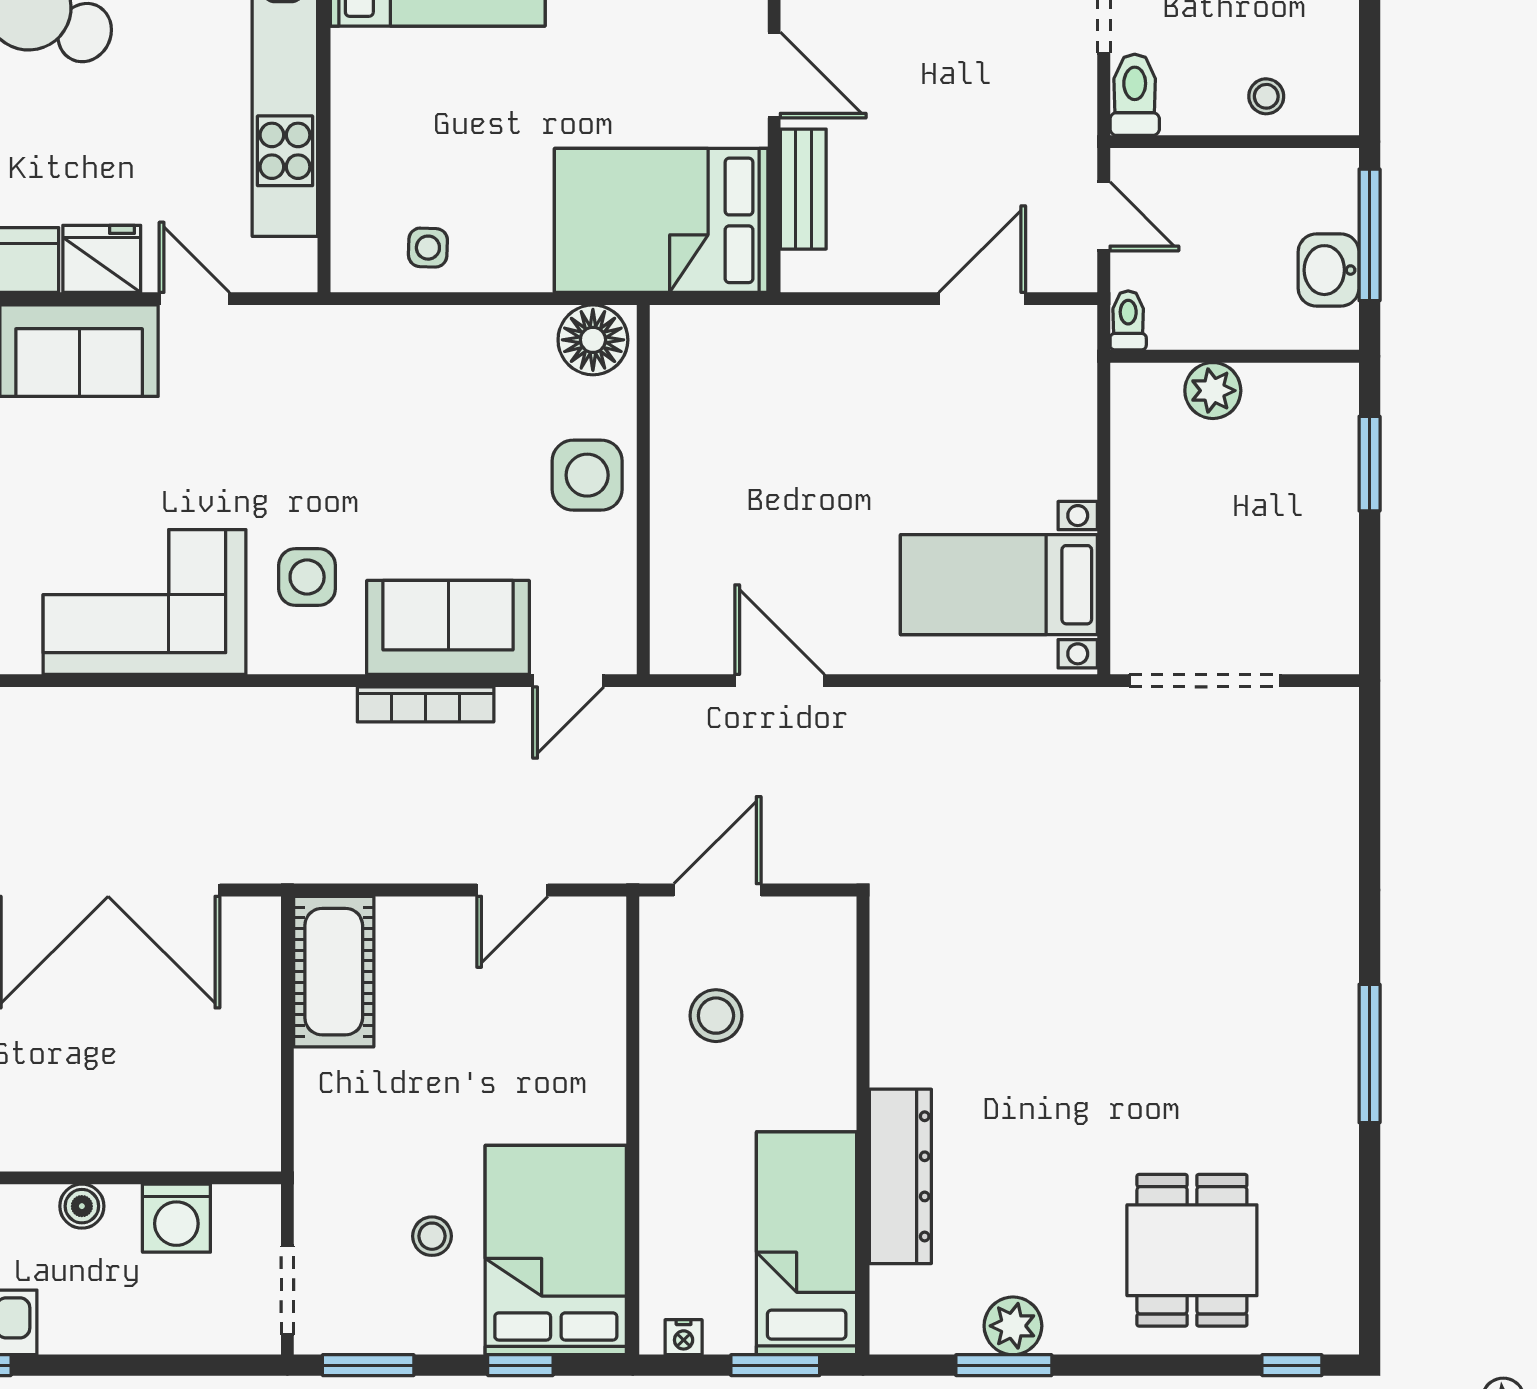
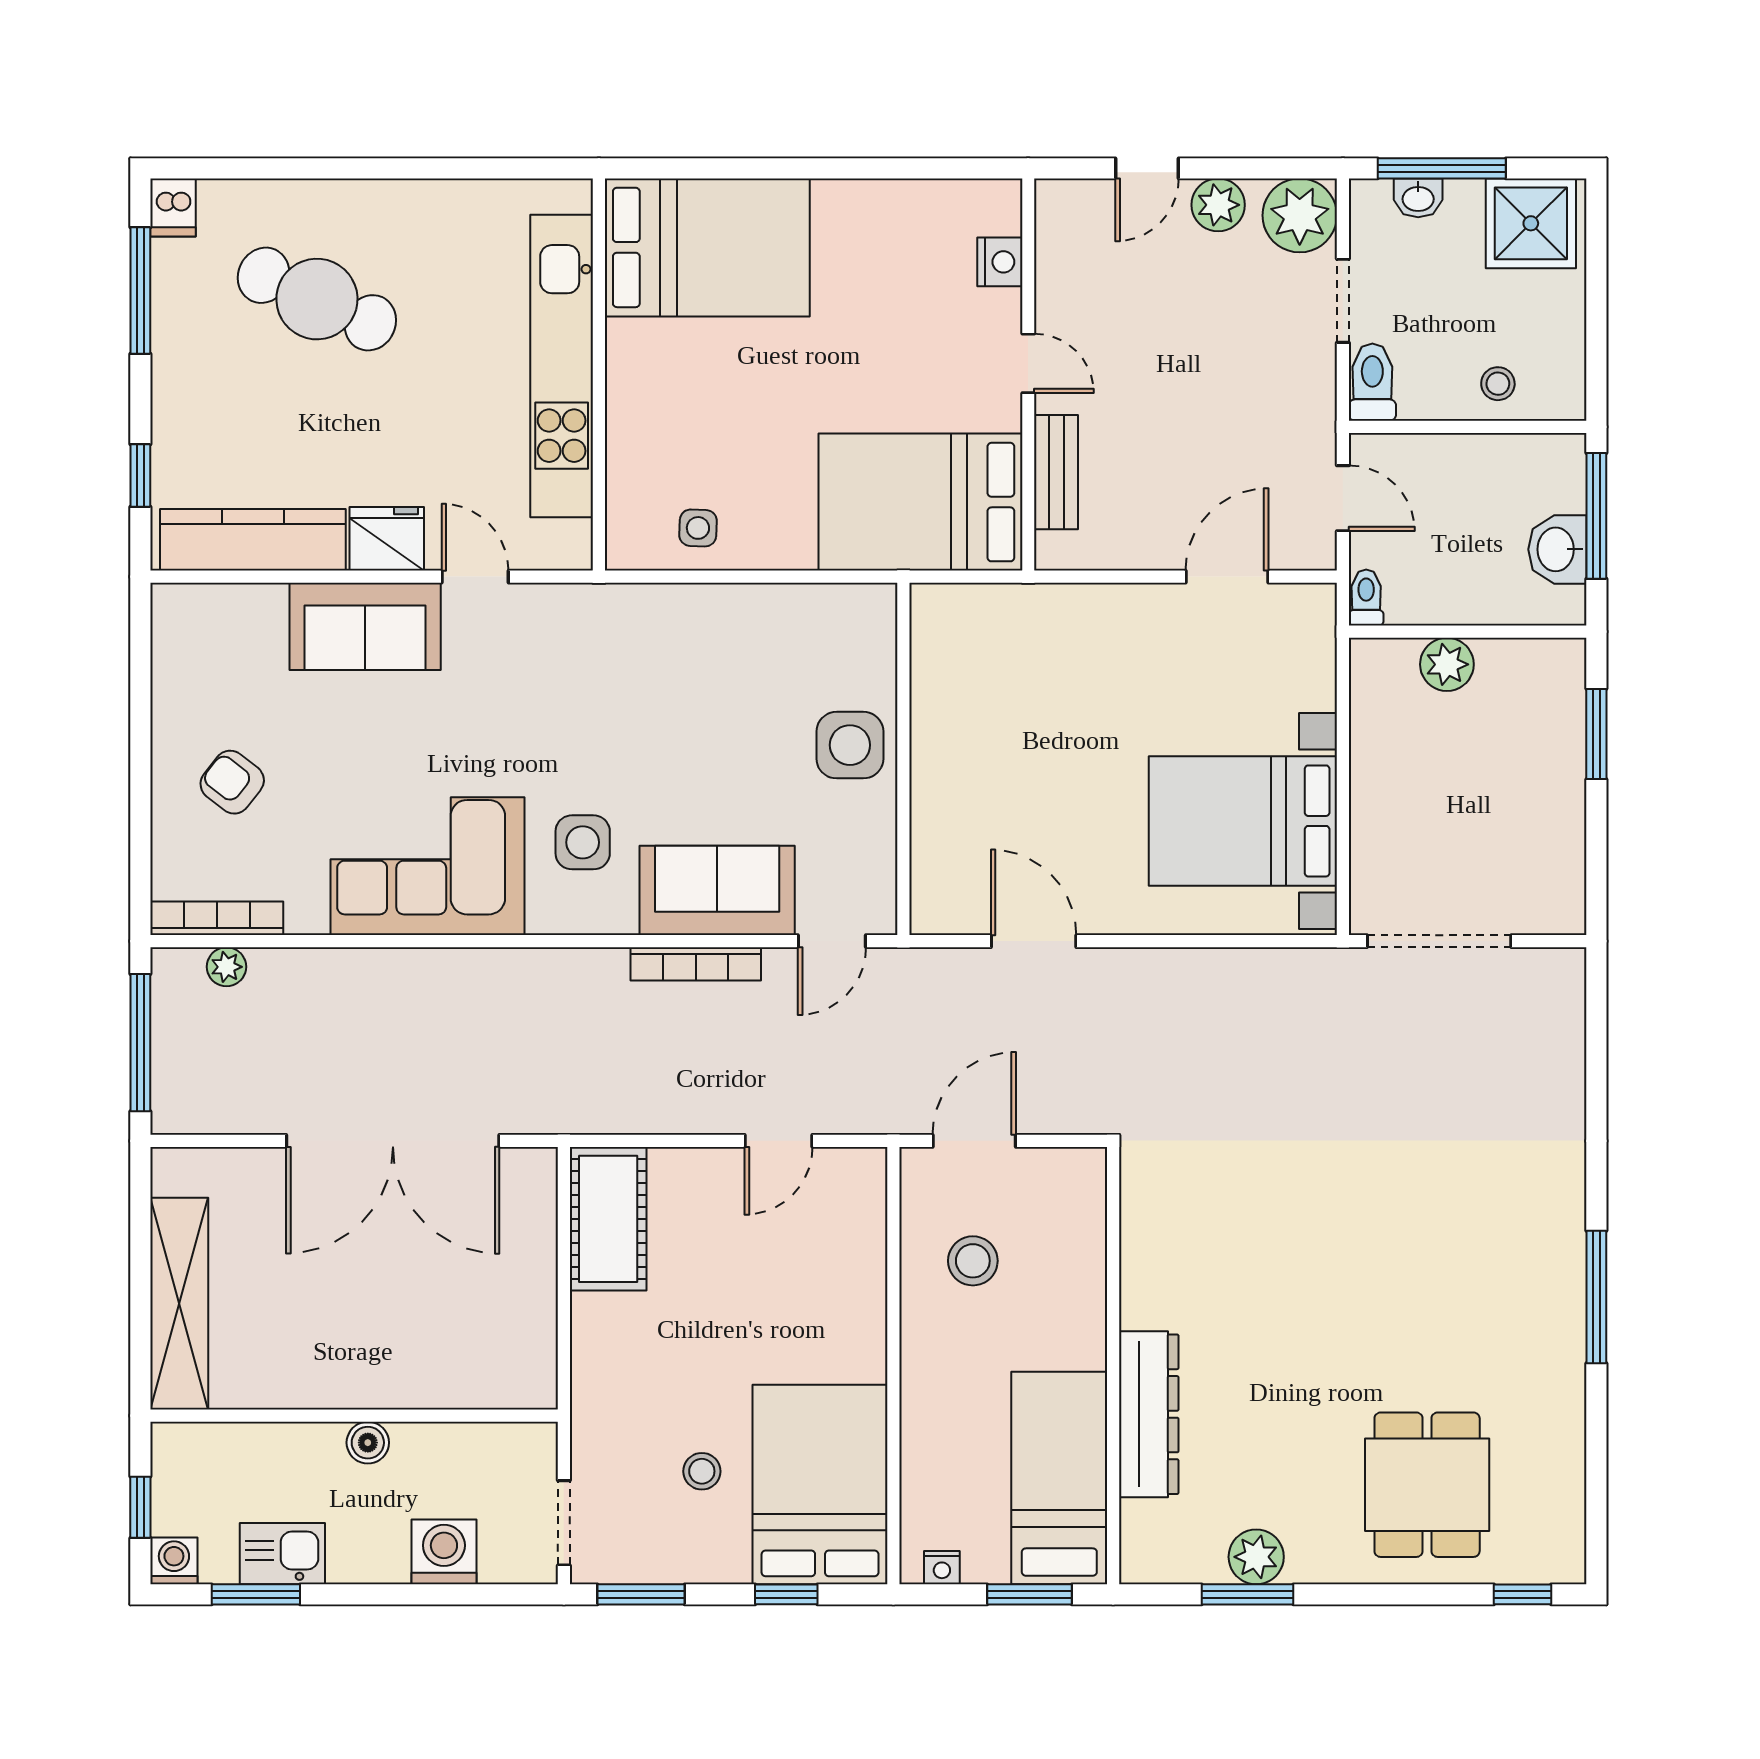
door: (774, 75) -> (1028, 363), width x0.73
floor lamp: (593, 340) -> (855, 616), removed
bed with nightstands: (999, 585) -> (1243, 821), width x1.36
washing machine: (176, 1218) -> (444, 1552), moved, turned 180

